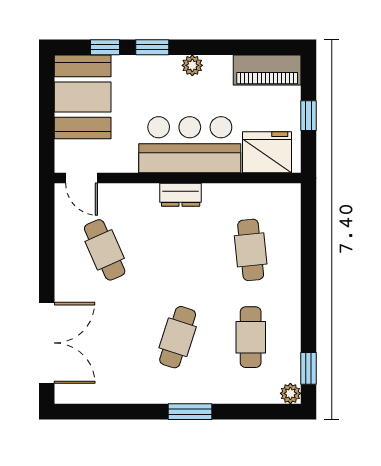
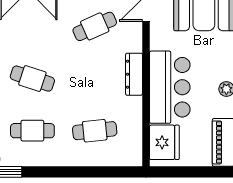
window: (308, 116) -> (191, 172), removed
dresser: (181, 195) -> (134, 74), width x1.44

